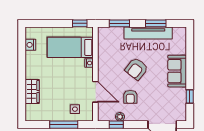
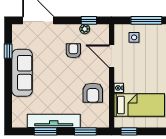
armchair: (136, 69) -> (93, 93), moved, turned 142
sofa: (177, 71) -> (22, 73), width x1.36

